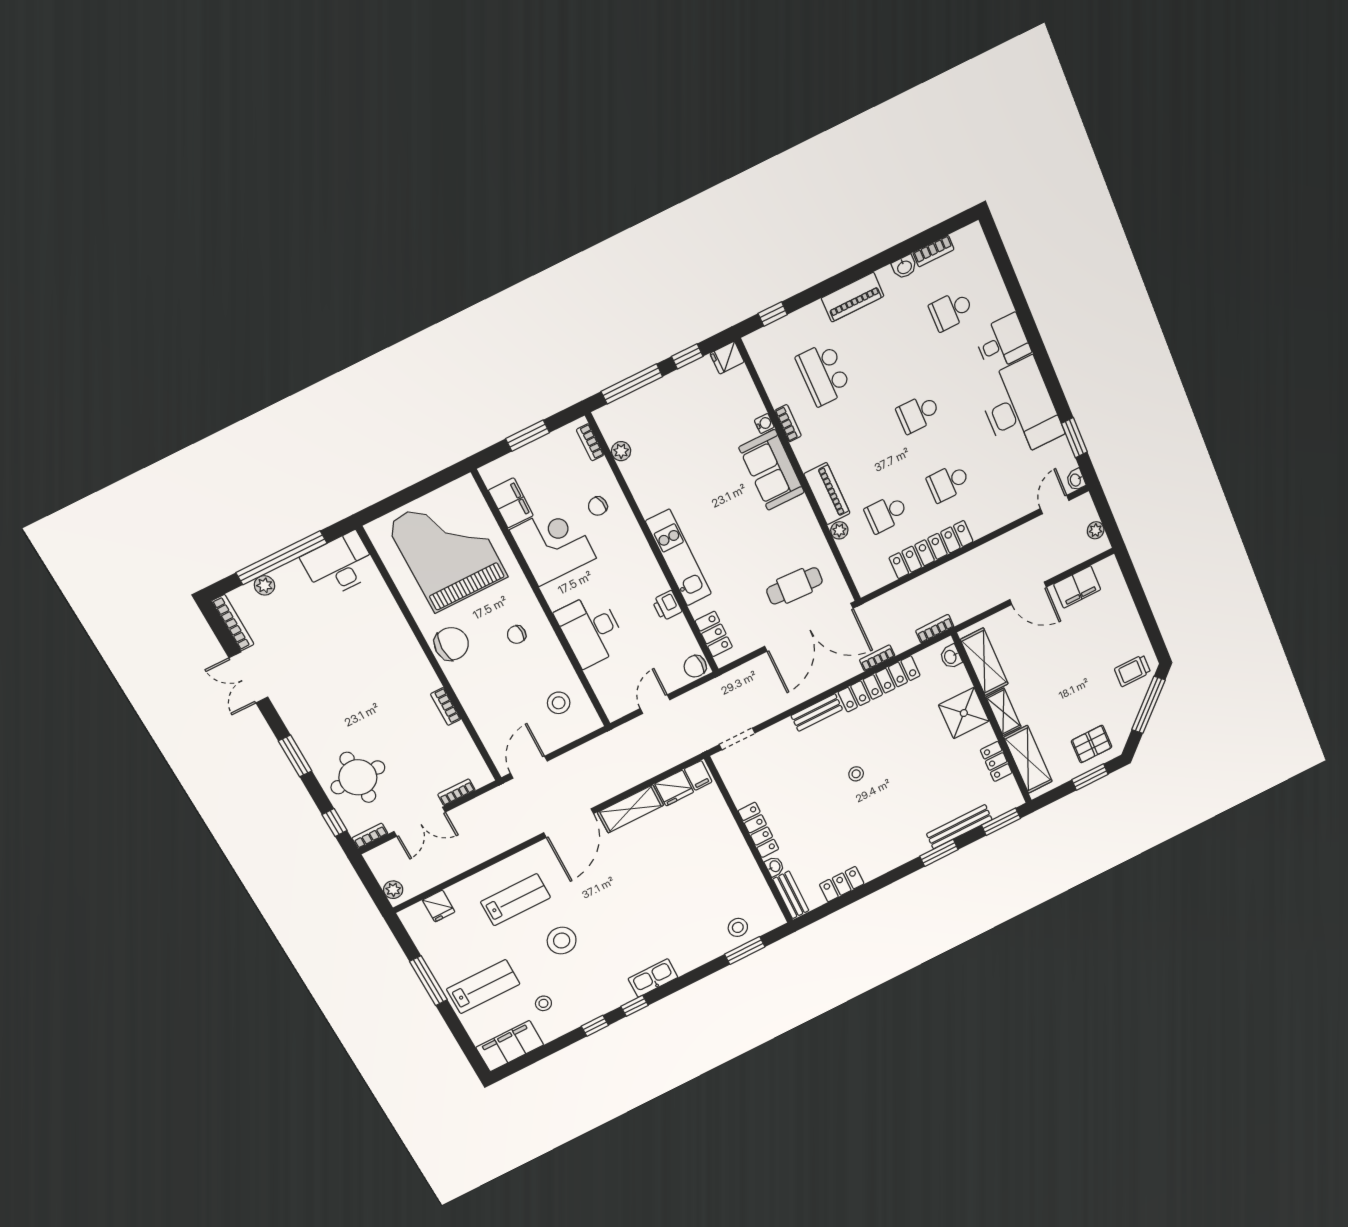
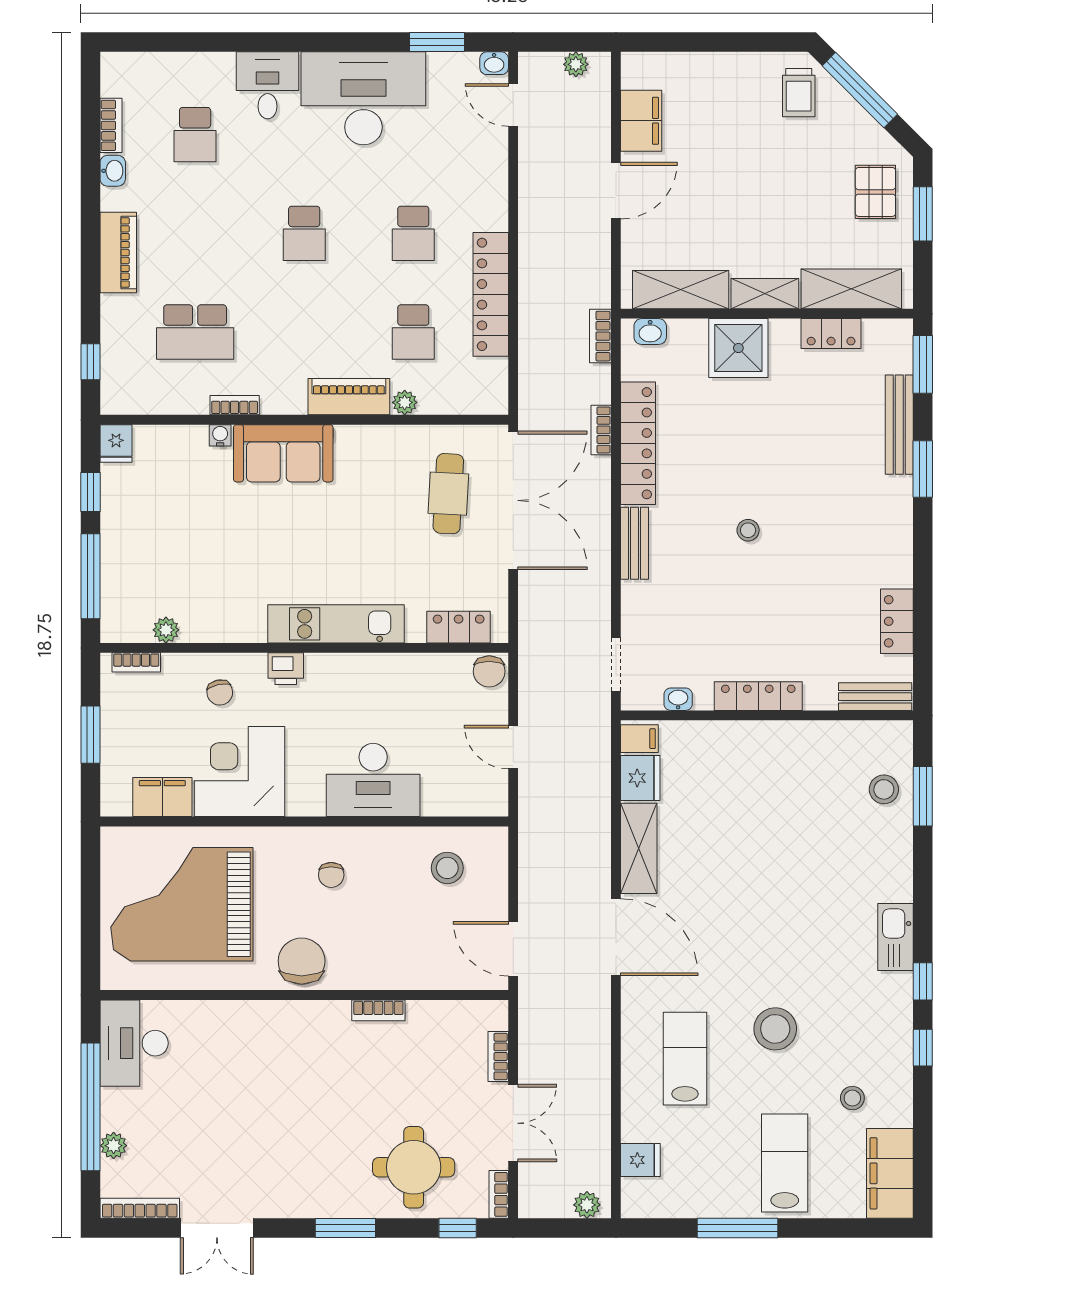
printer: (667, 606) -> (286, 669), moved
washbasin: (775, 866) -> (678, 699), moved

